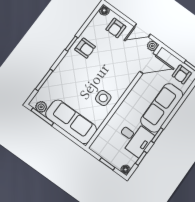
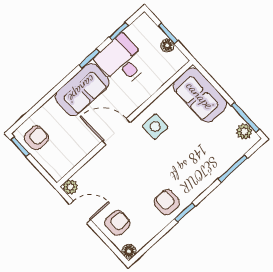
door: (148, 63) -> (116, 132), moved
sofa: (162, 108) -> (82, 89), width x0.73
sofa: (71, 122) -> (200, 95), width x0.73
floor lamp: (126, 170) -> (167, 45), moved

